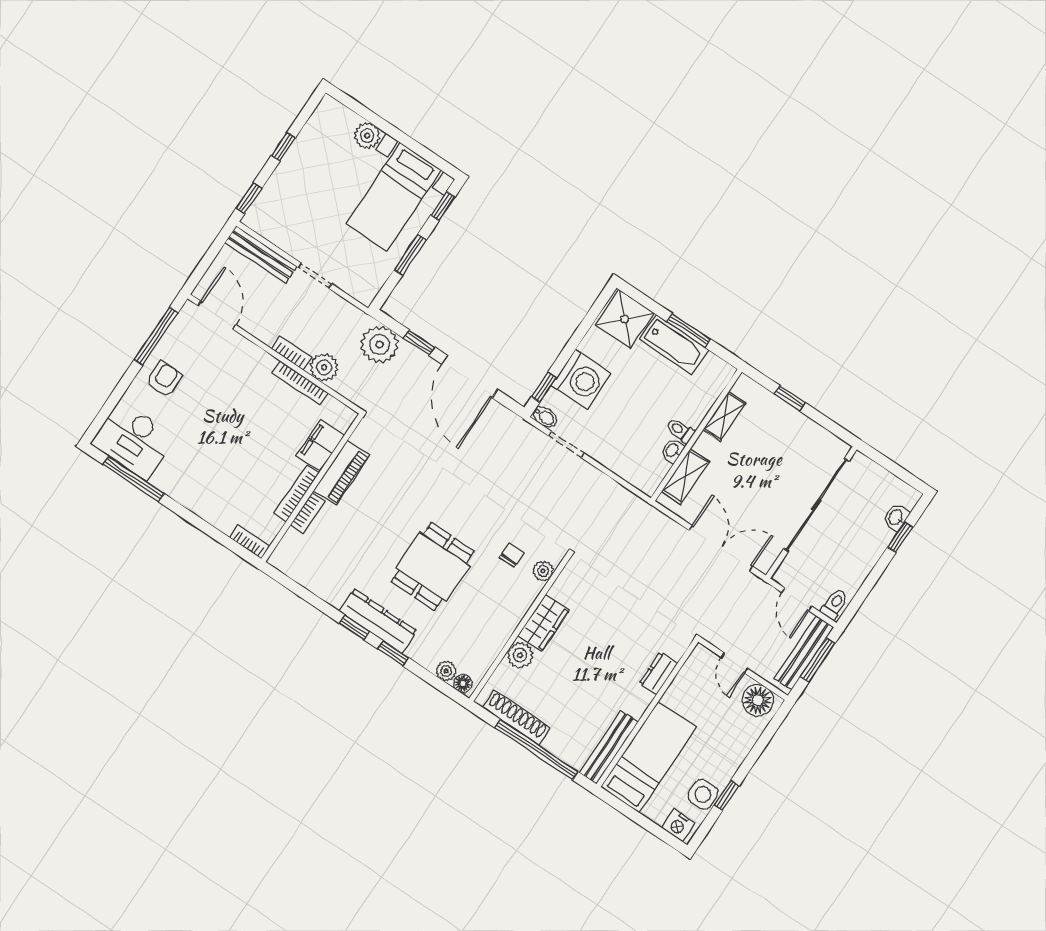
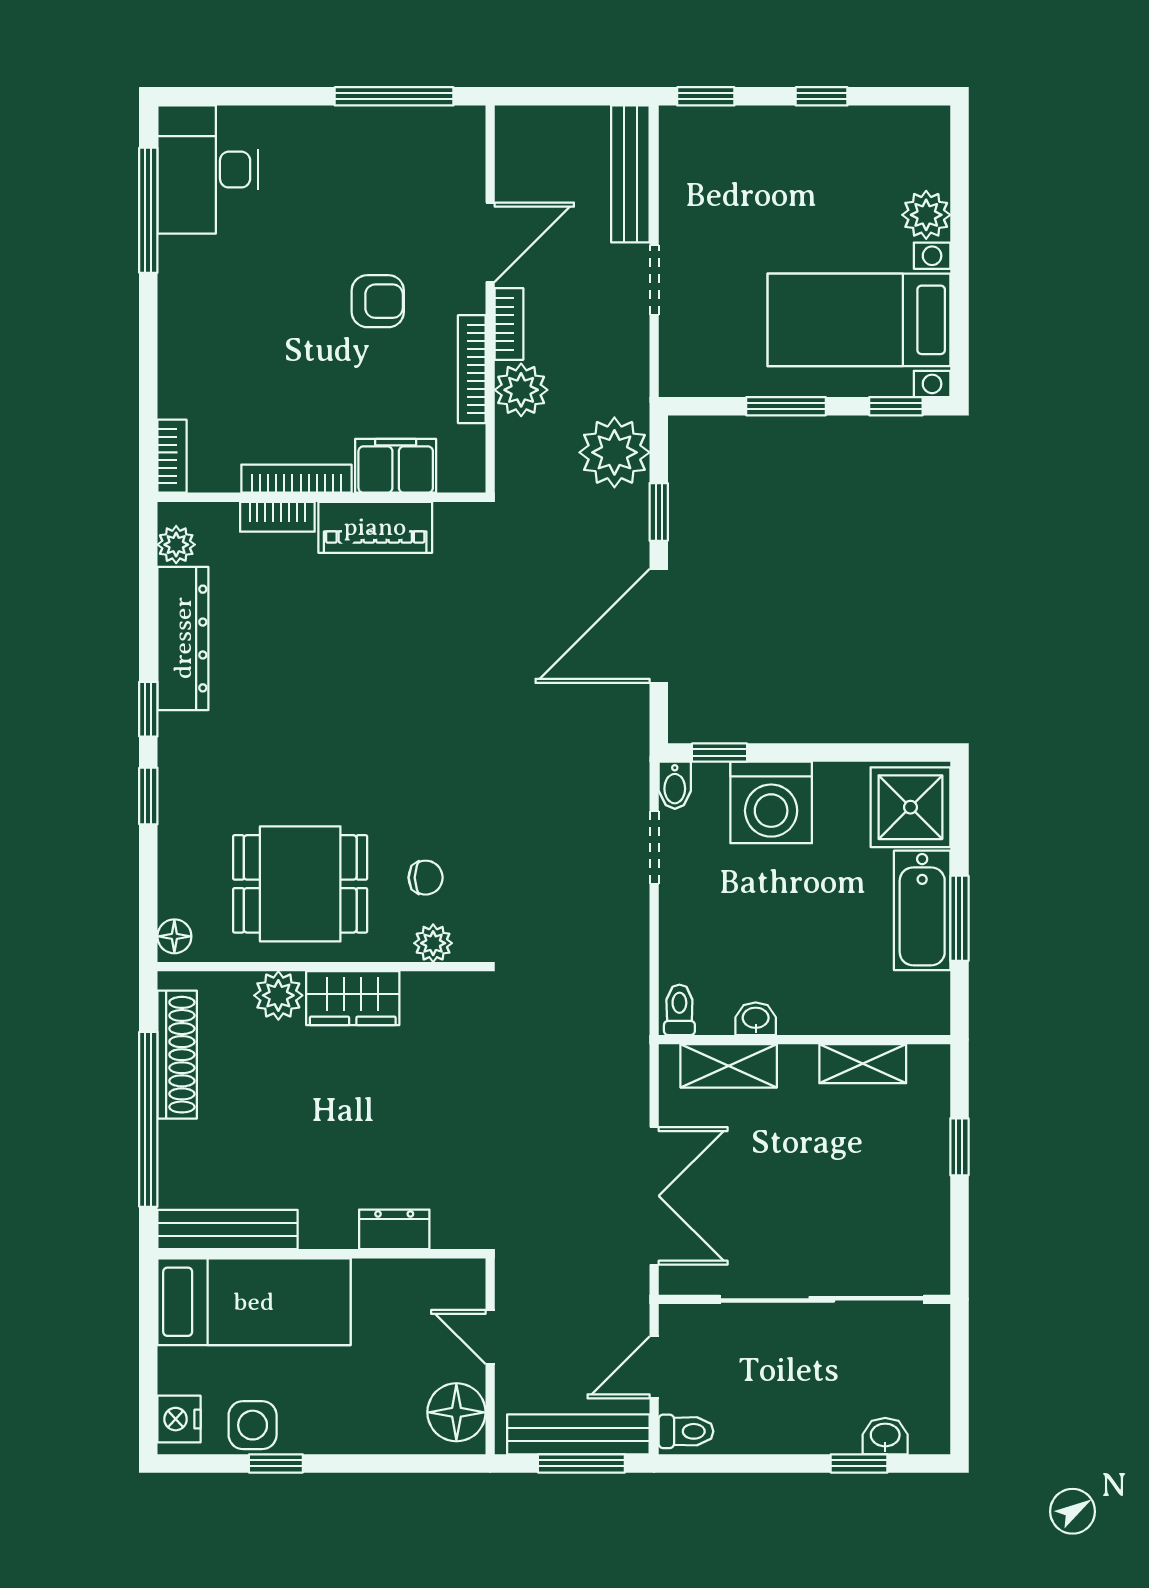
door: (217, 315) -> (490, 242), moved
armchair: (164, 379) -> (378, 301), moved
toilet: (680, 430) -> (679, 1010), moved
dining table: (433, 567) -> (300, 884), moved
dresser: (378, 621) -> (183, 638), moved
door: (734, 663) -> (490, 1337), hinge flipped
plant: (446, 671) -> (176, 545), moved

